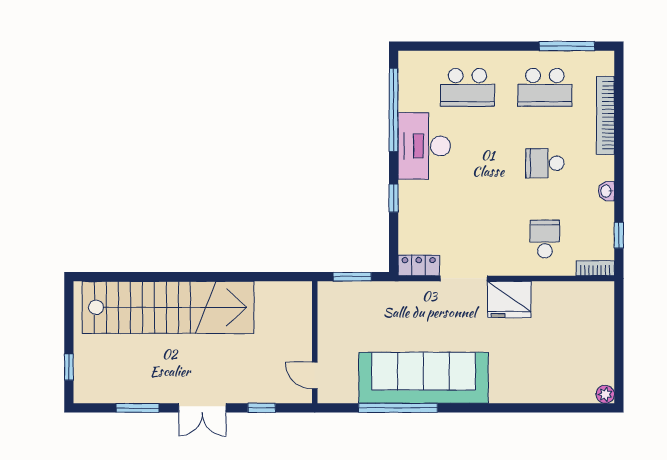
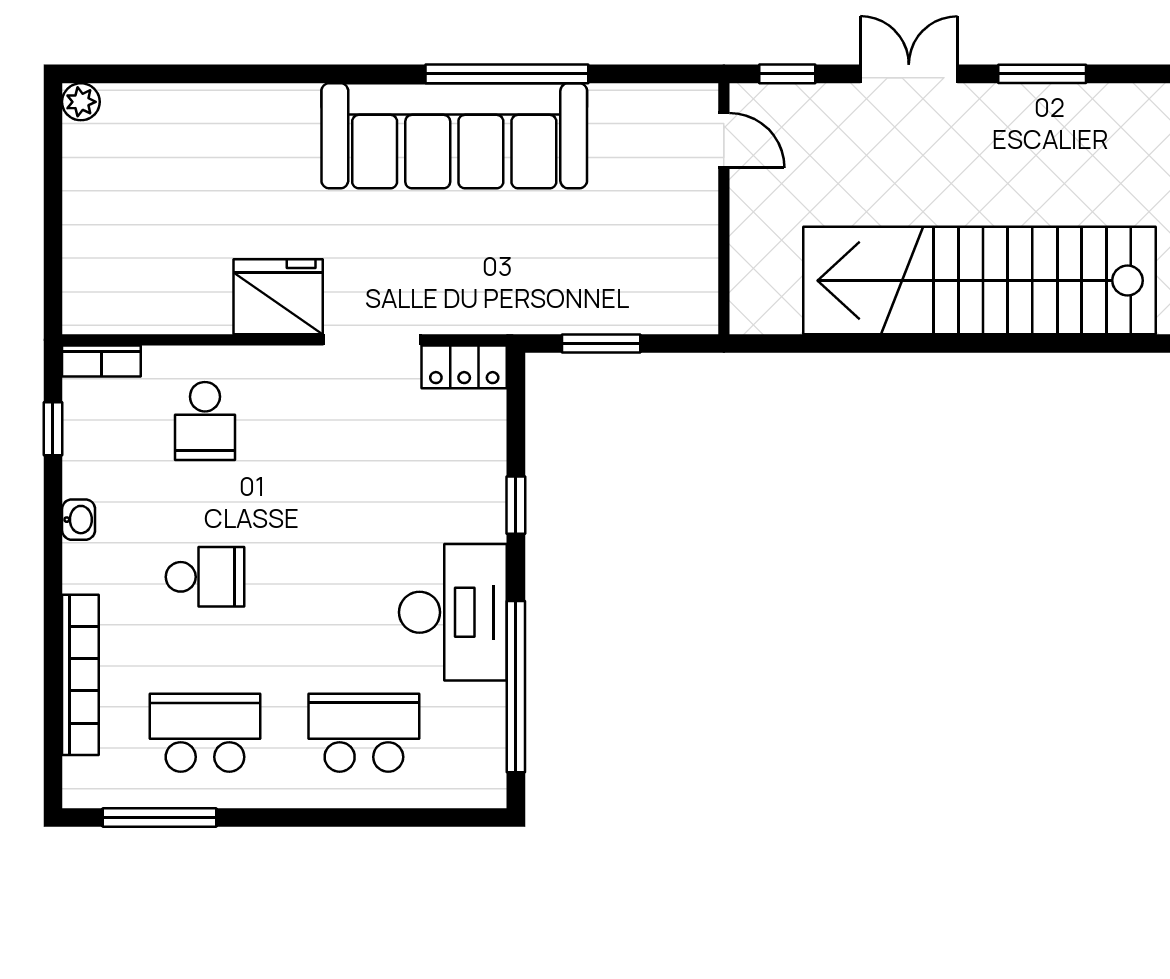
wall: (315, 342) -> (724, 209), moved
door: (315, 376) -> (724, 140), moved

